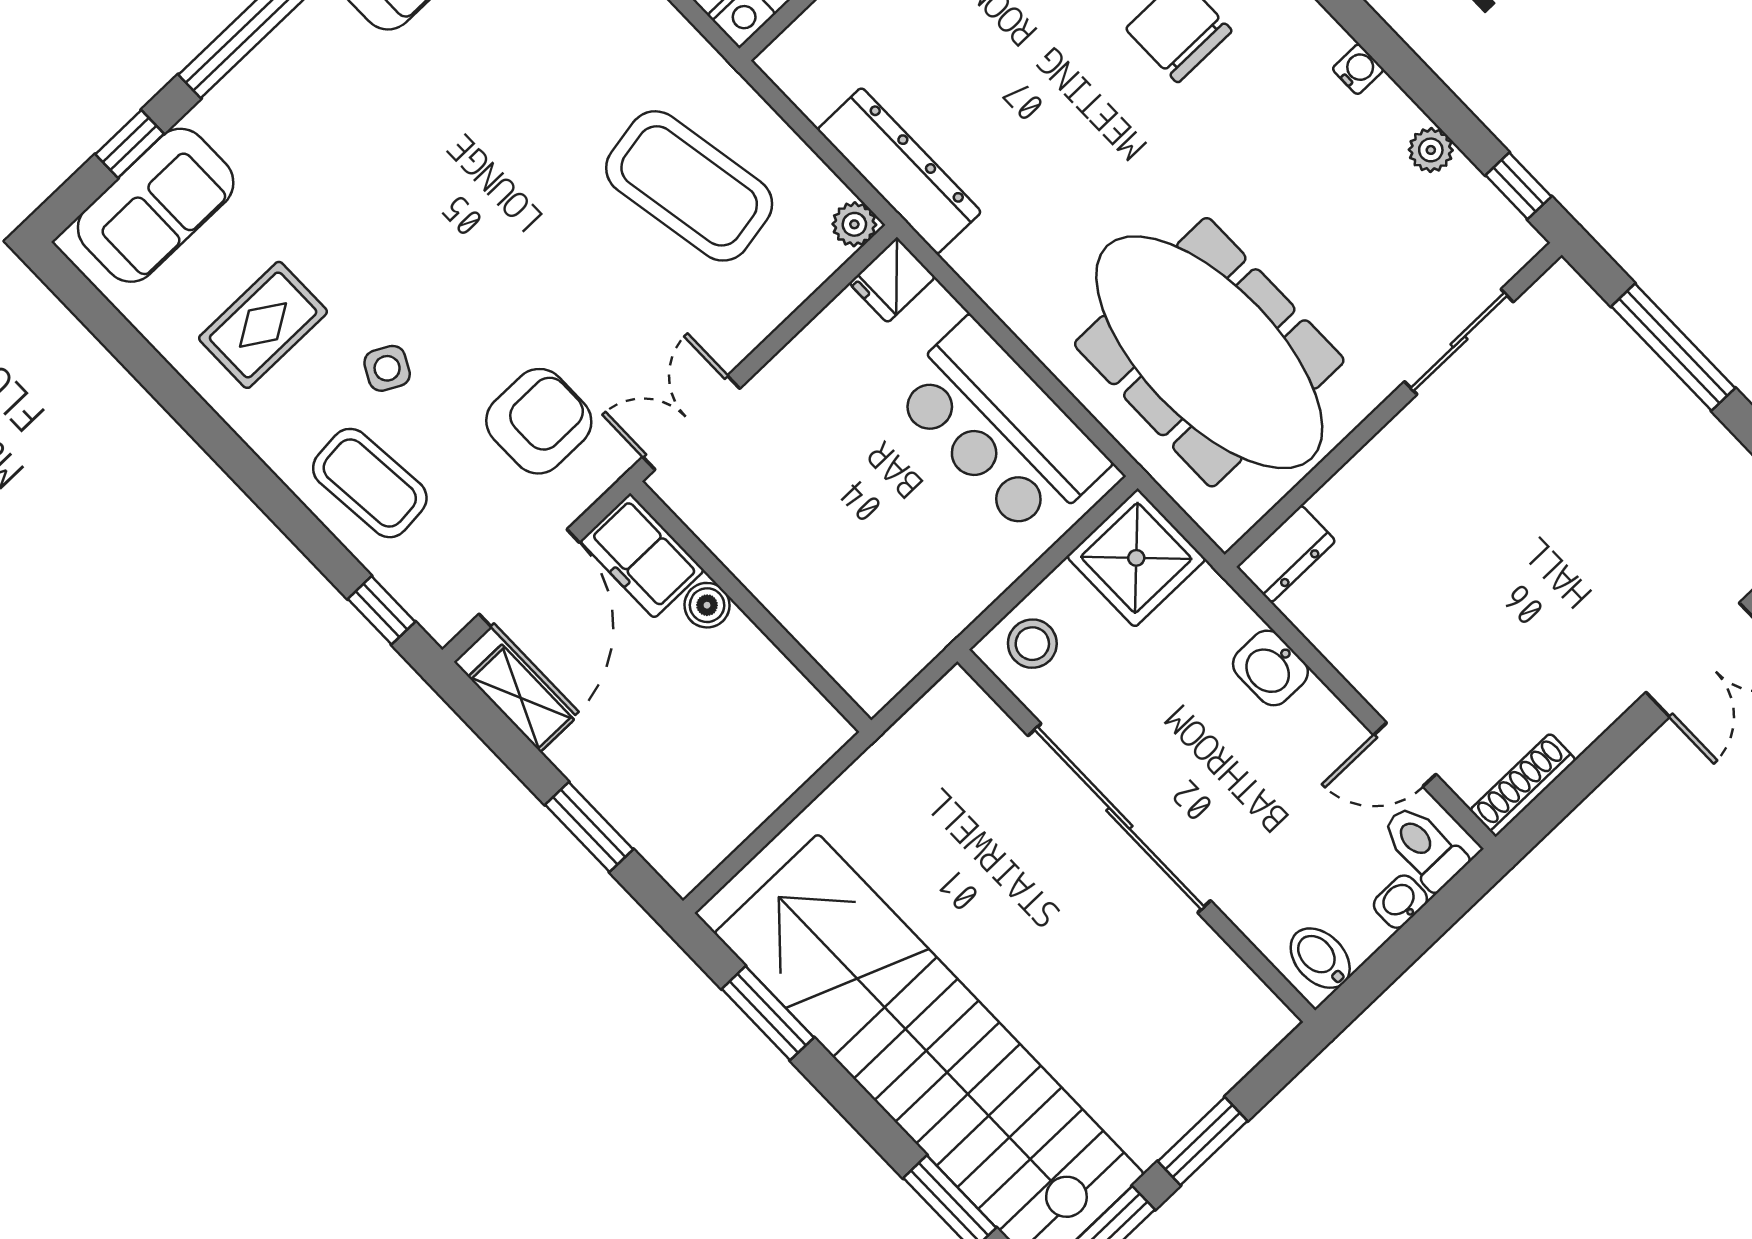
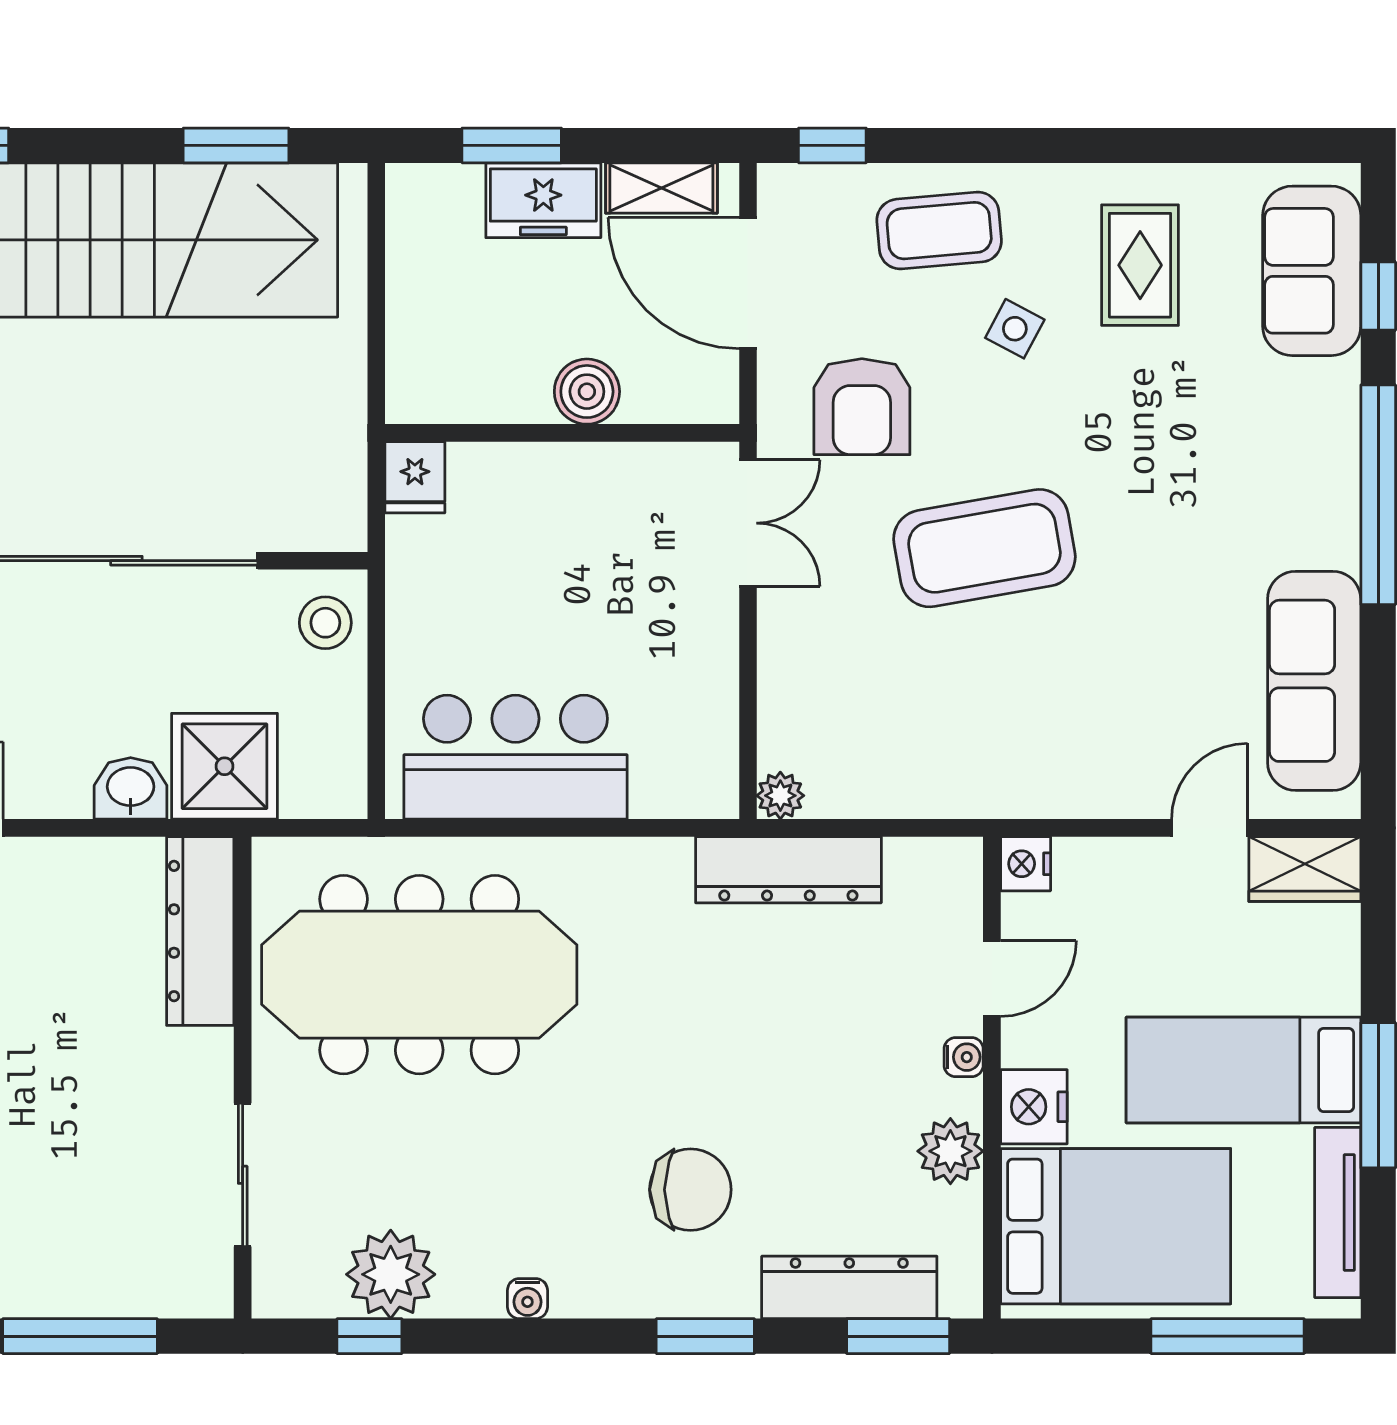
plant: (1431, 150) -> (391, 1274), width x1.88, depth x1.88
coffee table: (689, 186) -> (984, 548), moved
window: (1518, 186) -> (369, 1336), moved
fridge: (892, 280) -> (415, 477), moved, turned 180
dresser: (1286, 554) -> (200, 931), width x1.96, depth x1.24
freezer: (642, 556) -> (543, 200), moved, turned 180
shower: (1136, 558) -> (225, 766), moved
boiler: (707, 605) -> (587, 392), width x1.36, depth x1.36

